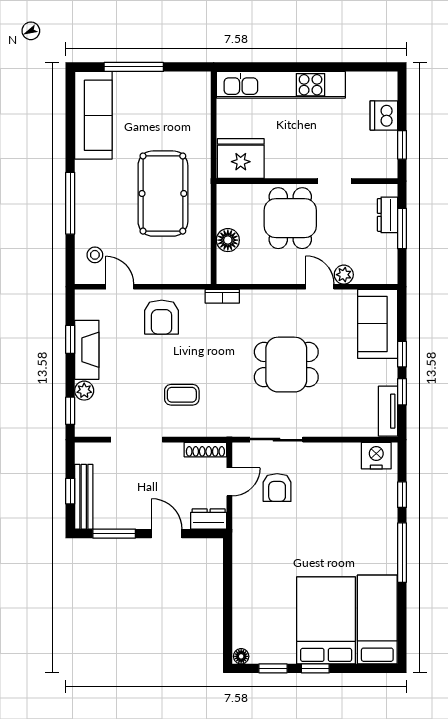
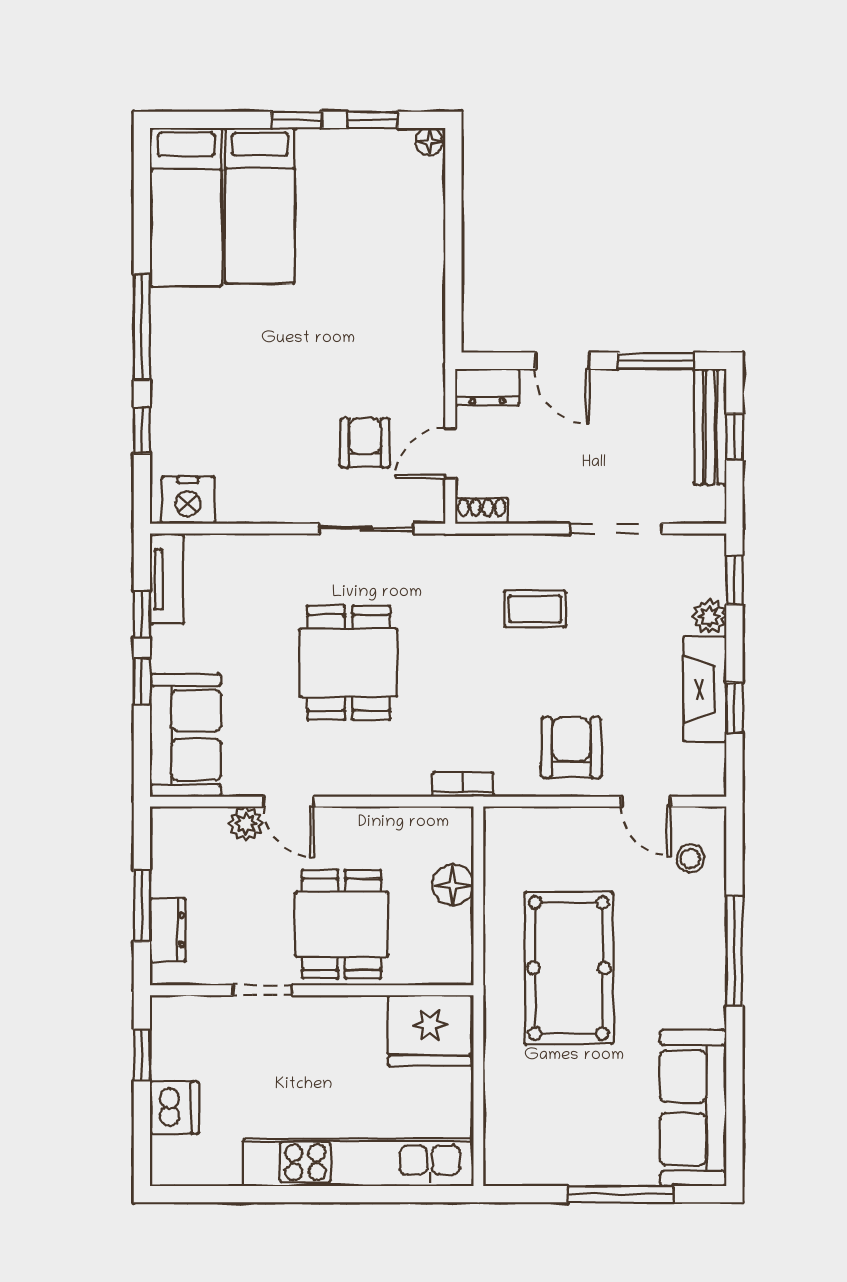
dining table: (286, 365) -> (349, 663), turned 90
shoe rack: (205, 450) -> (482, 511), width x0.70
bed: (326, 620) -> (260, 206), width x0.67

